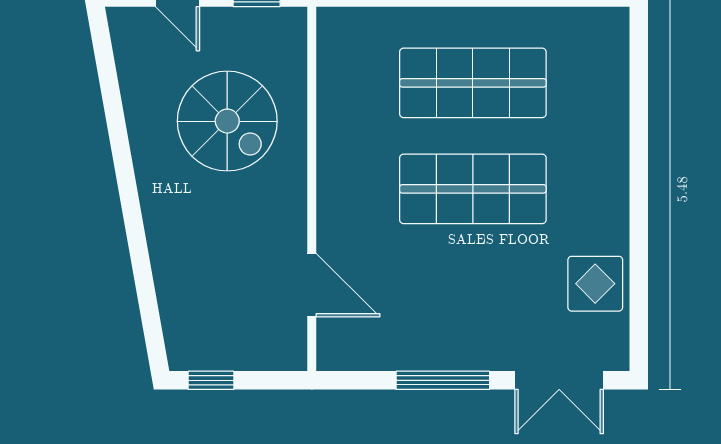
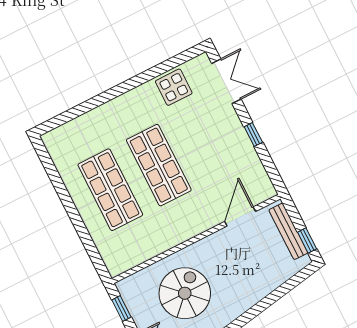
bench: (244, 356) -> (288, 231), added
window: (443, 380) -> (253, 134), width x0.46

